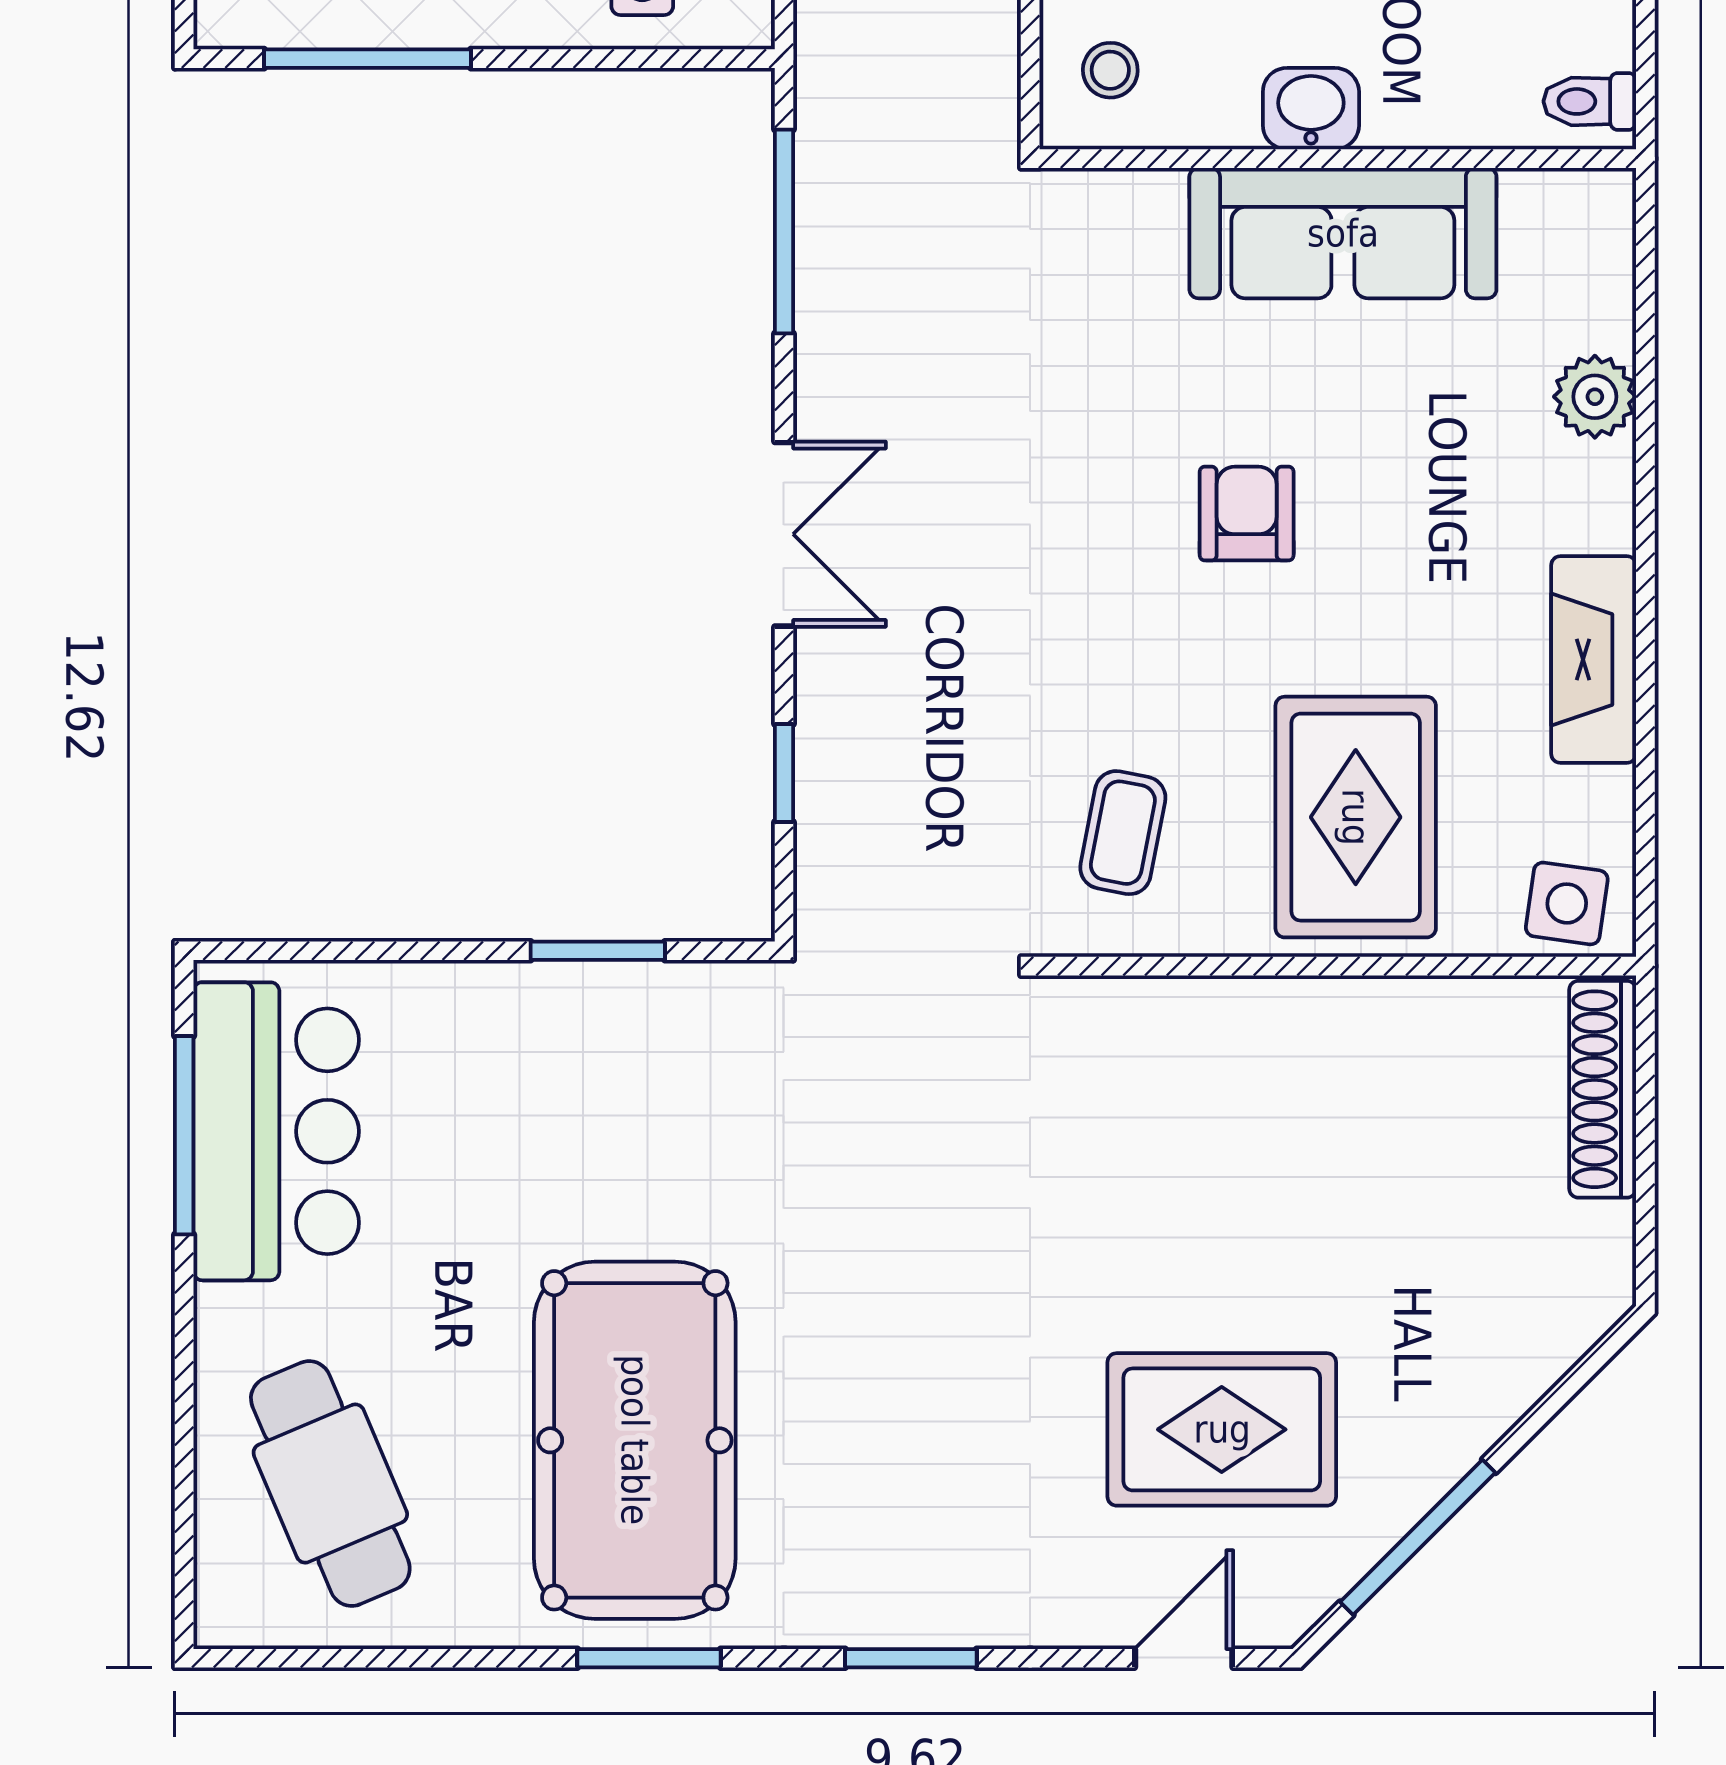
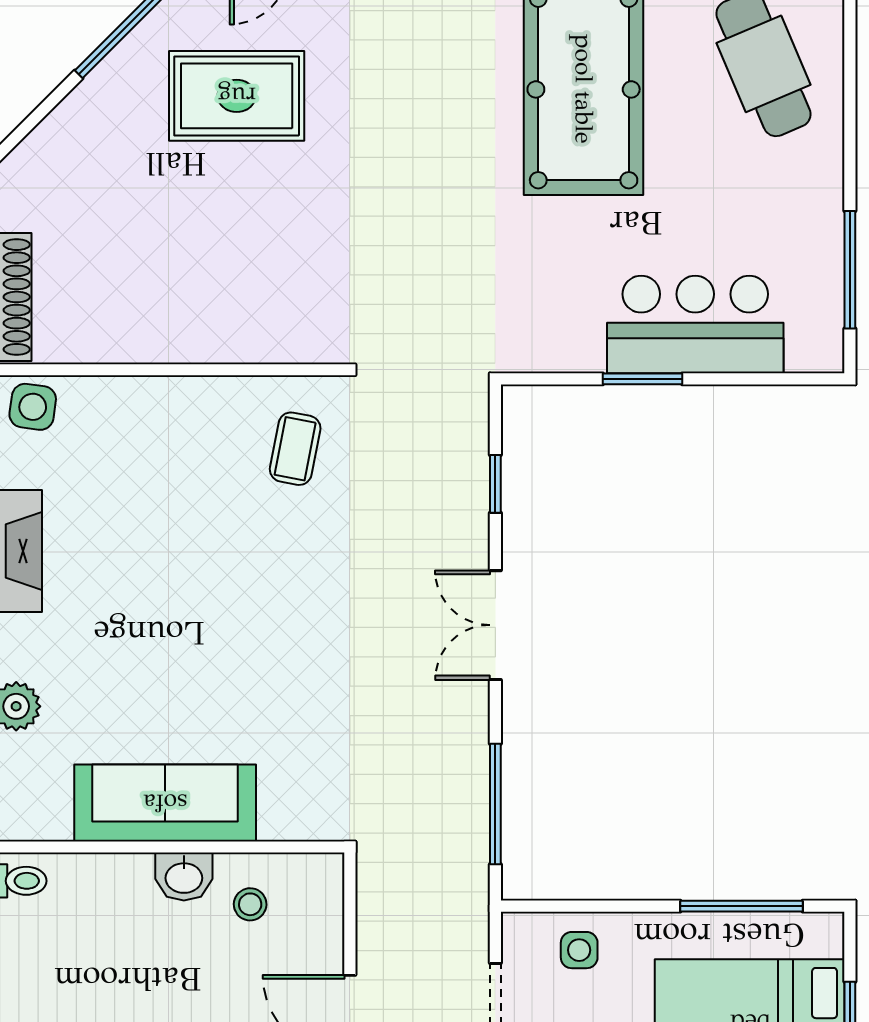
stool: (1110, 70) -> (250, 904), moved
armchair: (1247, 514) -> (222, 637), removed
rug: (1356, 817) -> (157, 458), removed
window: (598, 951) -> (643, 379), moved
bar counter: (276, 1131) -> (695, 324), moved, turned 90

